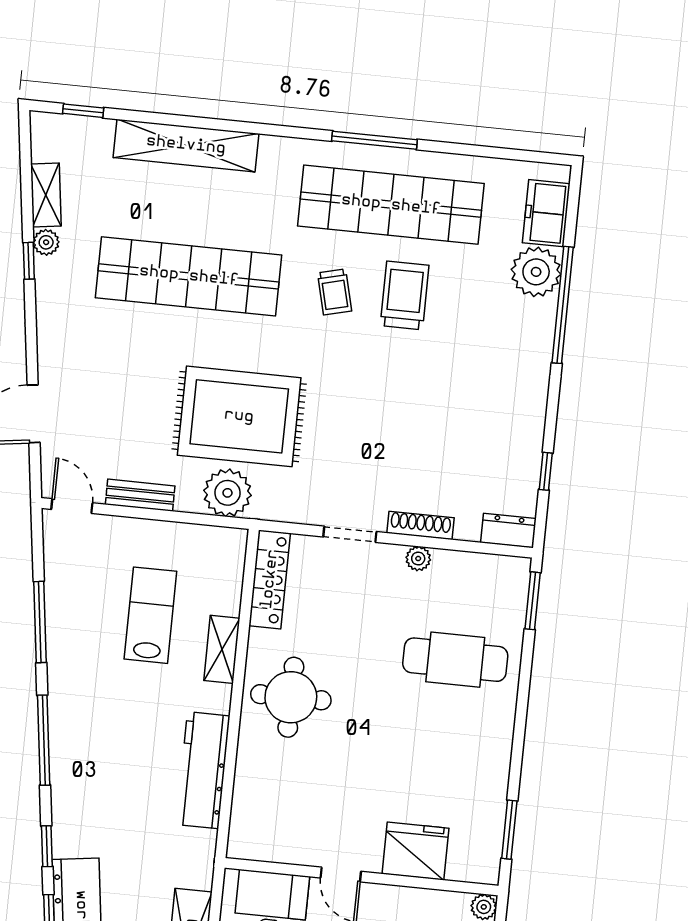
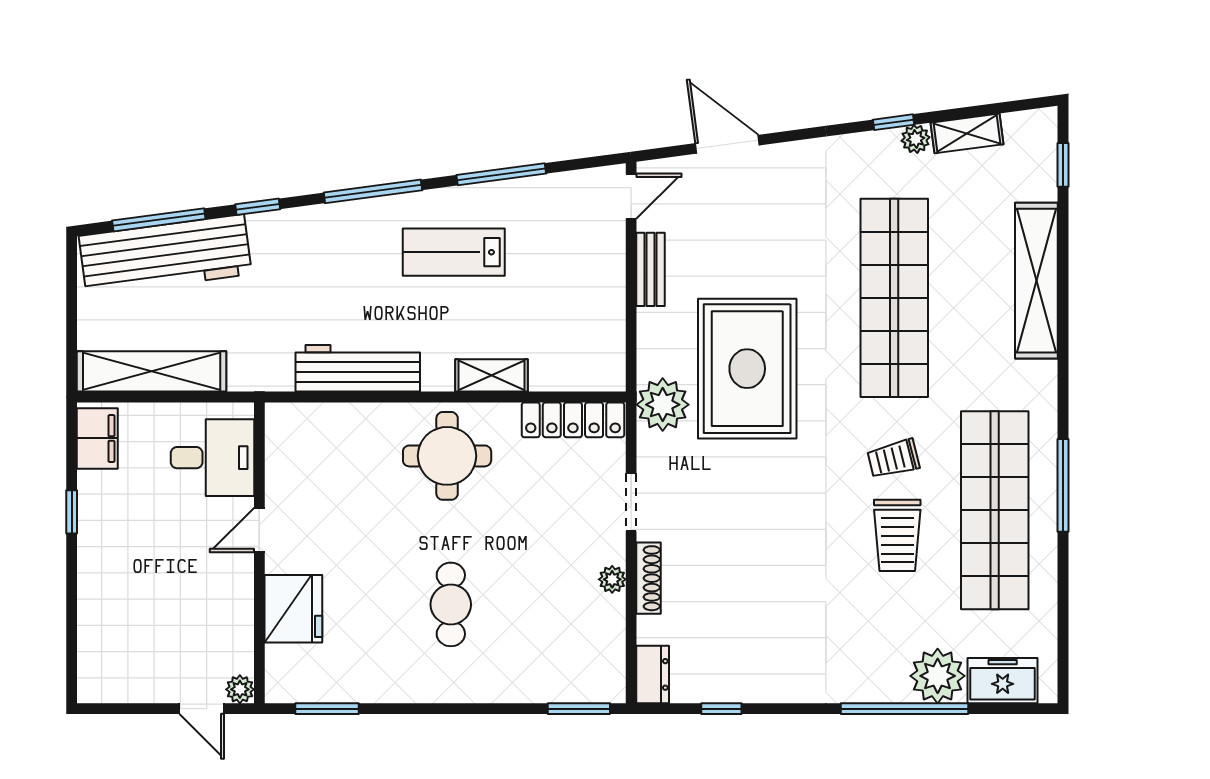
trolley: (405, 295) -> (897, 535), turned 90
plant: (227, 493) -> (663, 405), moved
lab bench: (150, 615) -> (454, 252), moved, turned 180
cafe table: (455, 660) -> (451, 604), moved, width x0.73, depth x0.74

